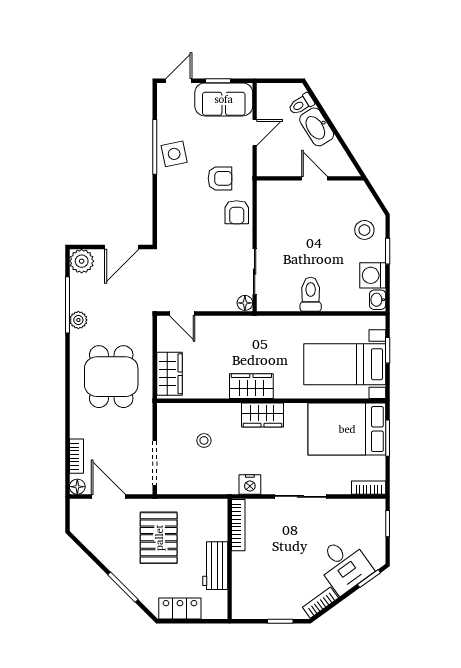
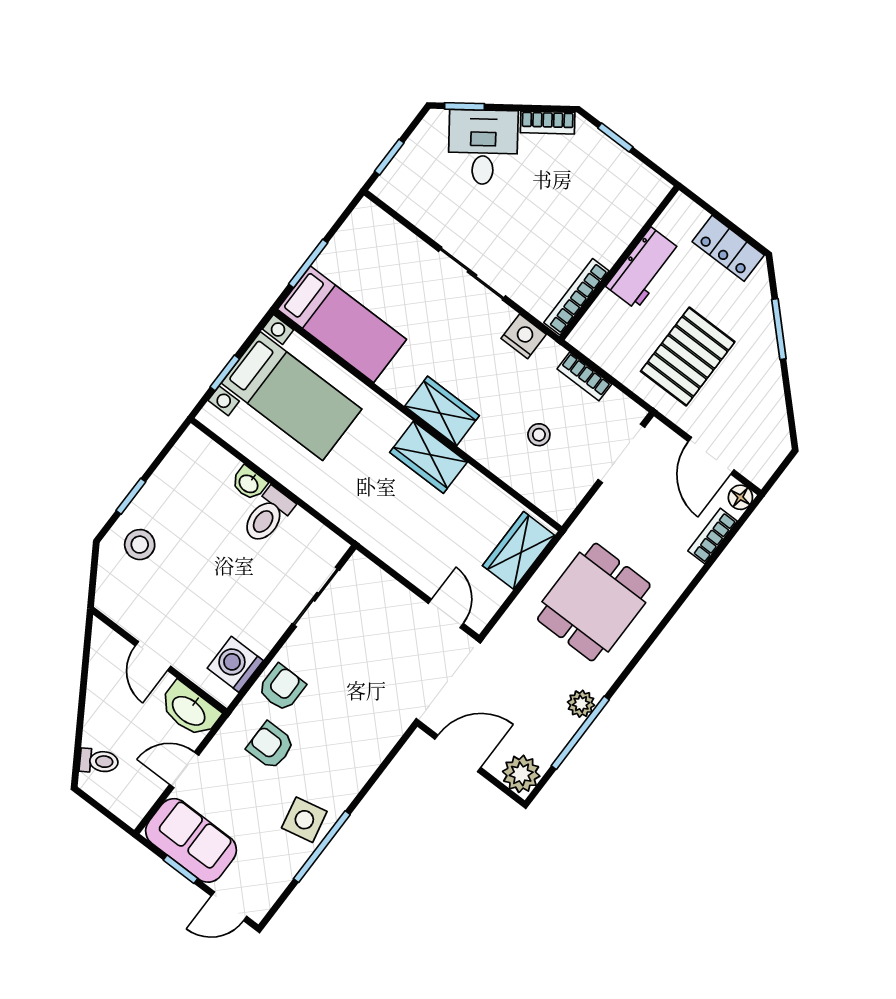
washbasin: (317, 127) -> (189, 710), moved, turned 122
washing machine: (373, 275) -> (235, 664), moved, turned 180
washbasin: (378, 300) -> (249, 483), moved, turned 90
floor lamp: (245, 303) -> (358, 567), removed
bed: (347, 429) -> (342, 324), width x0.67
bookcase: (369, 488) -> (584, 377), moved

